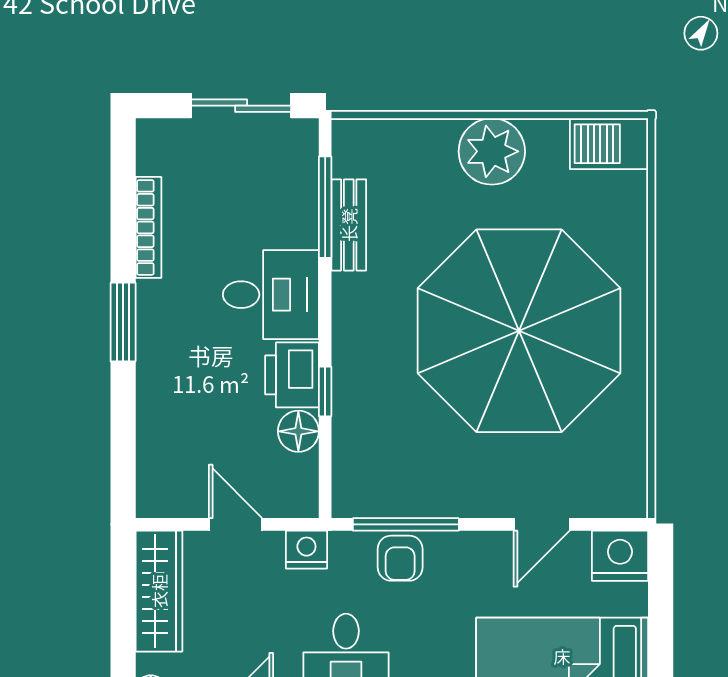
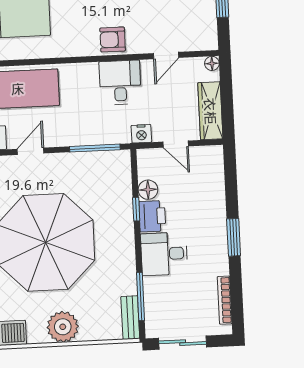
bench: (349, 225) -> (130, 318), moved
bookcase: (148, 227) -> (225, 300), moved
armchair: (400, 558) -> (97, 132), removed

